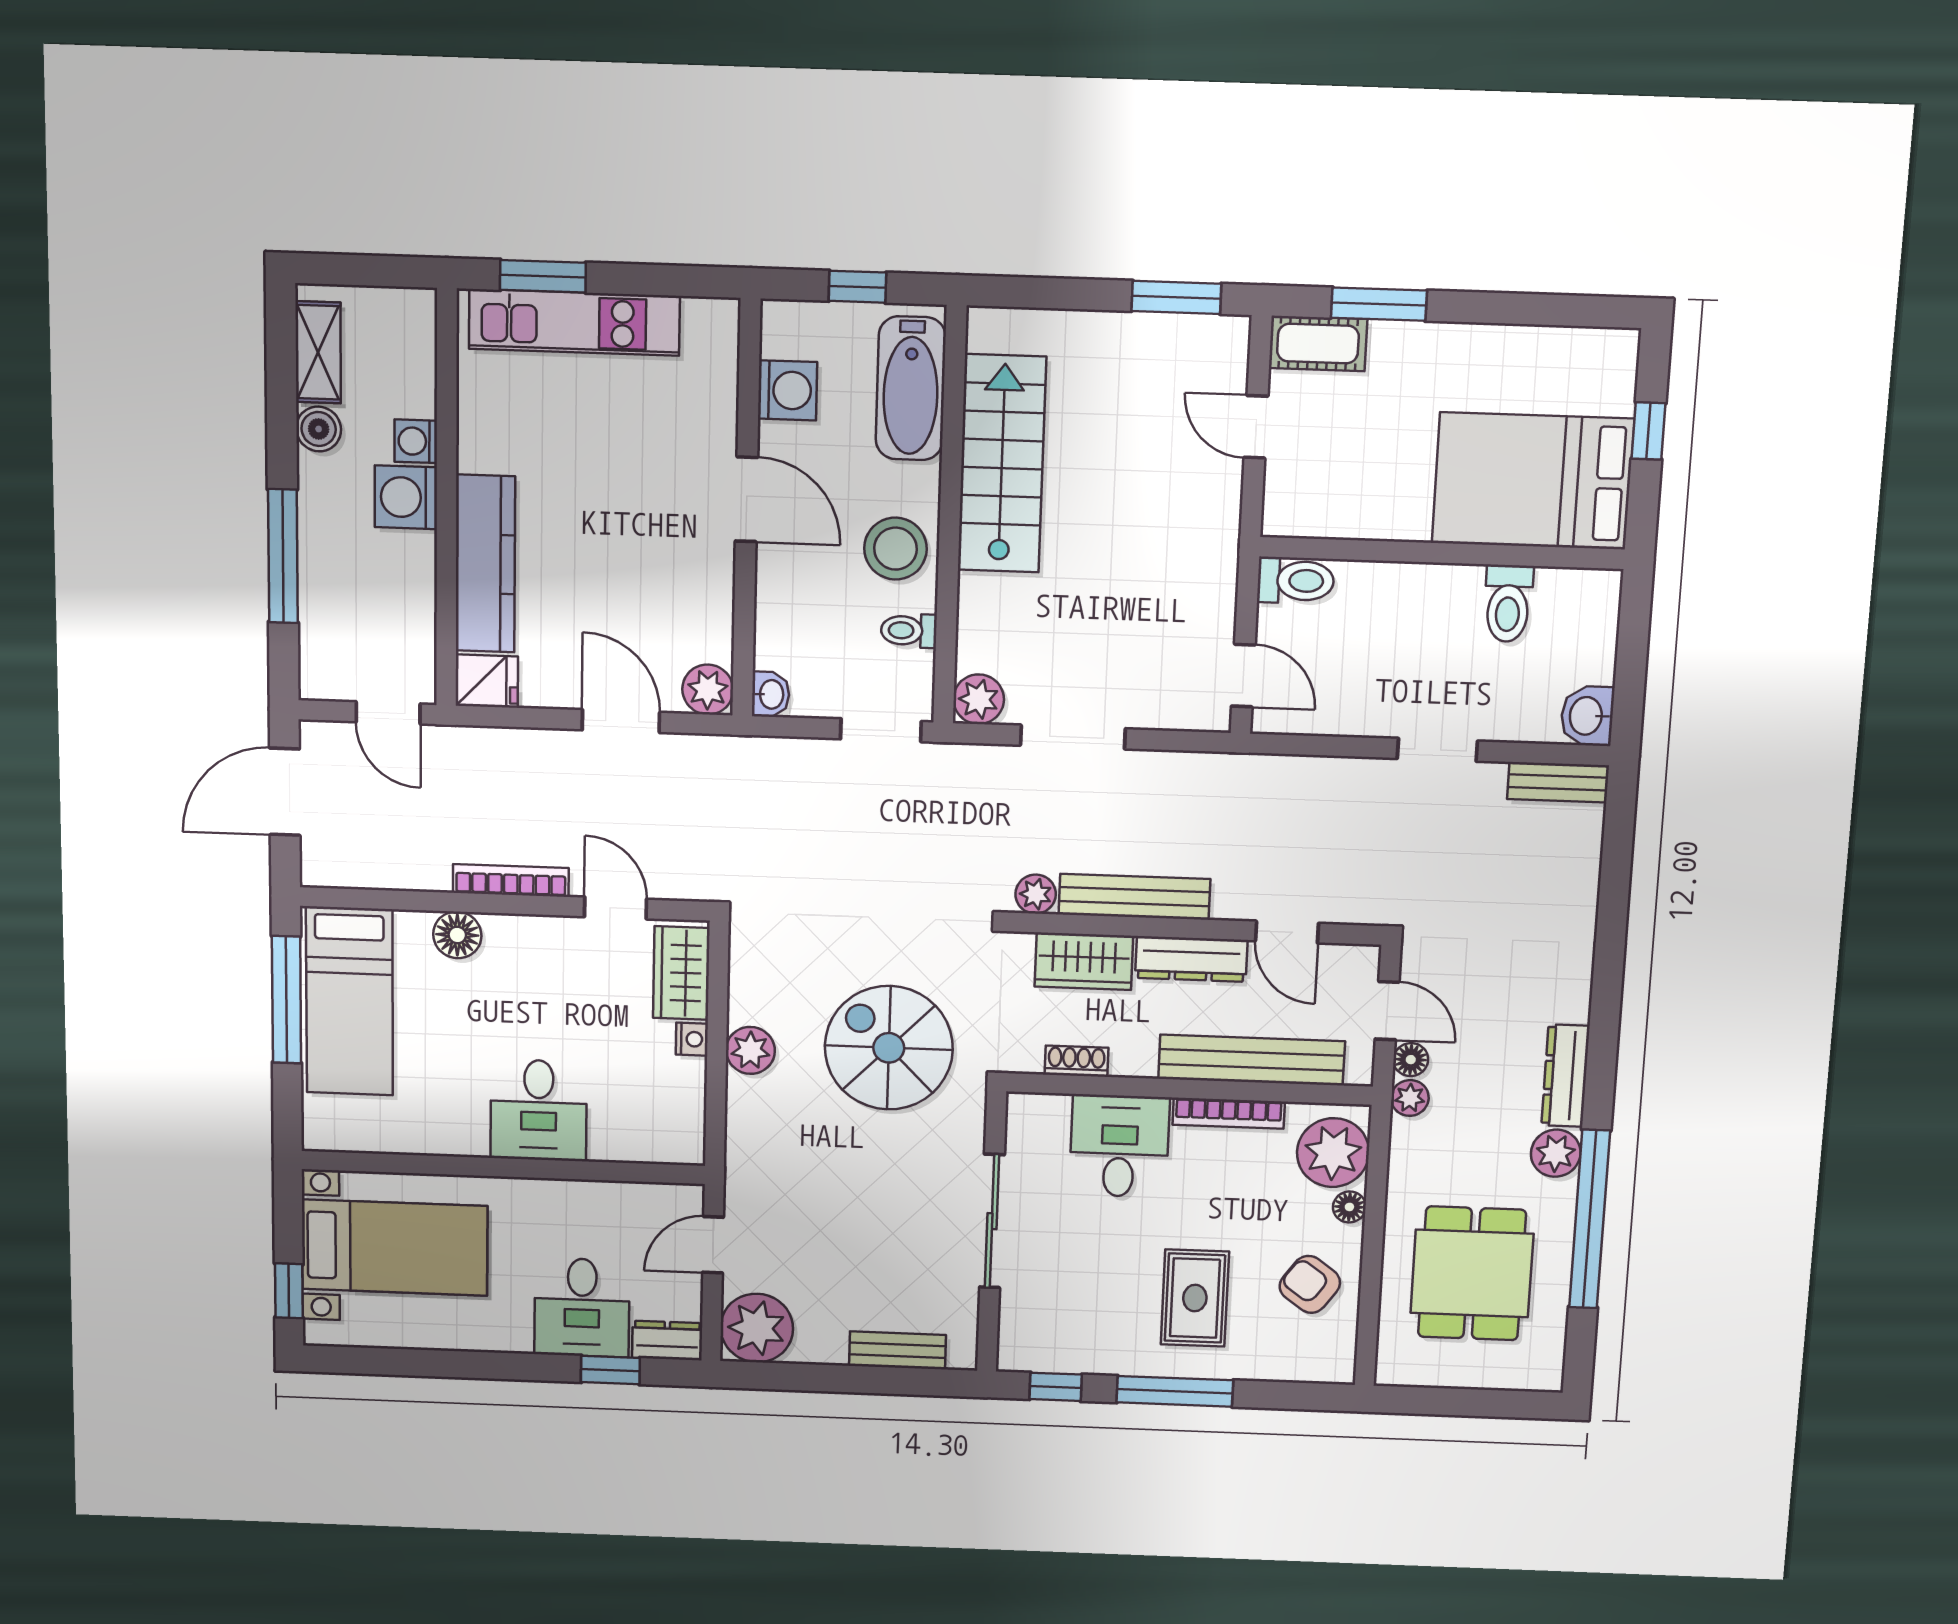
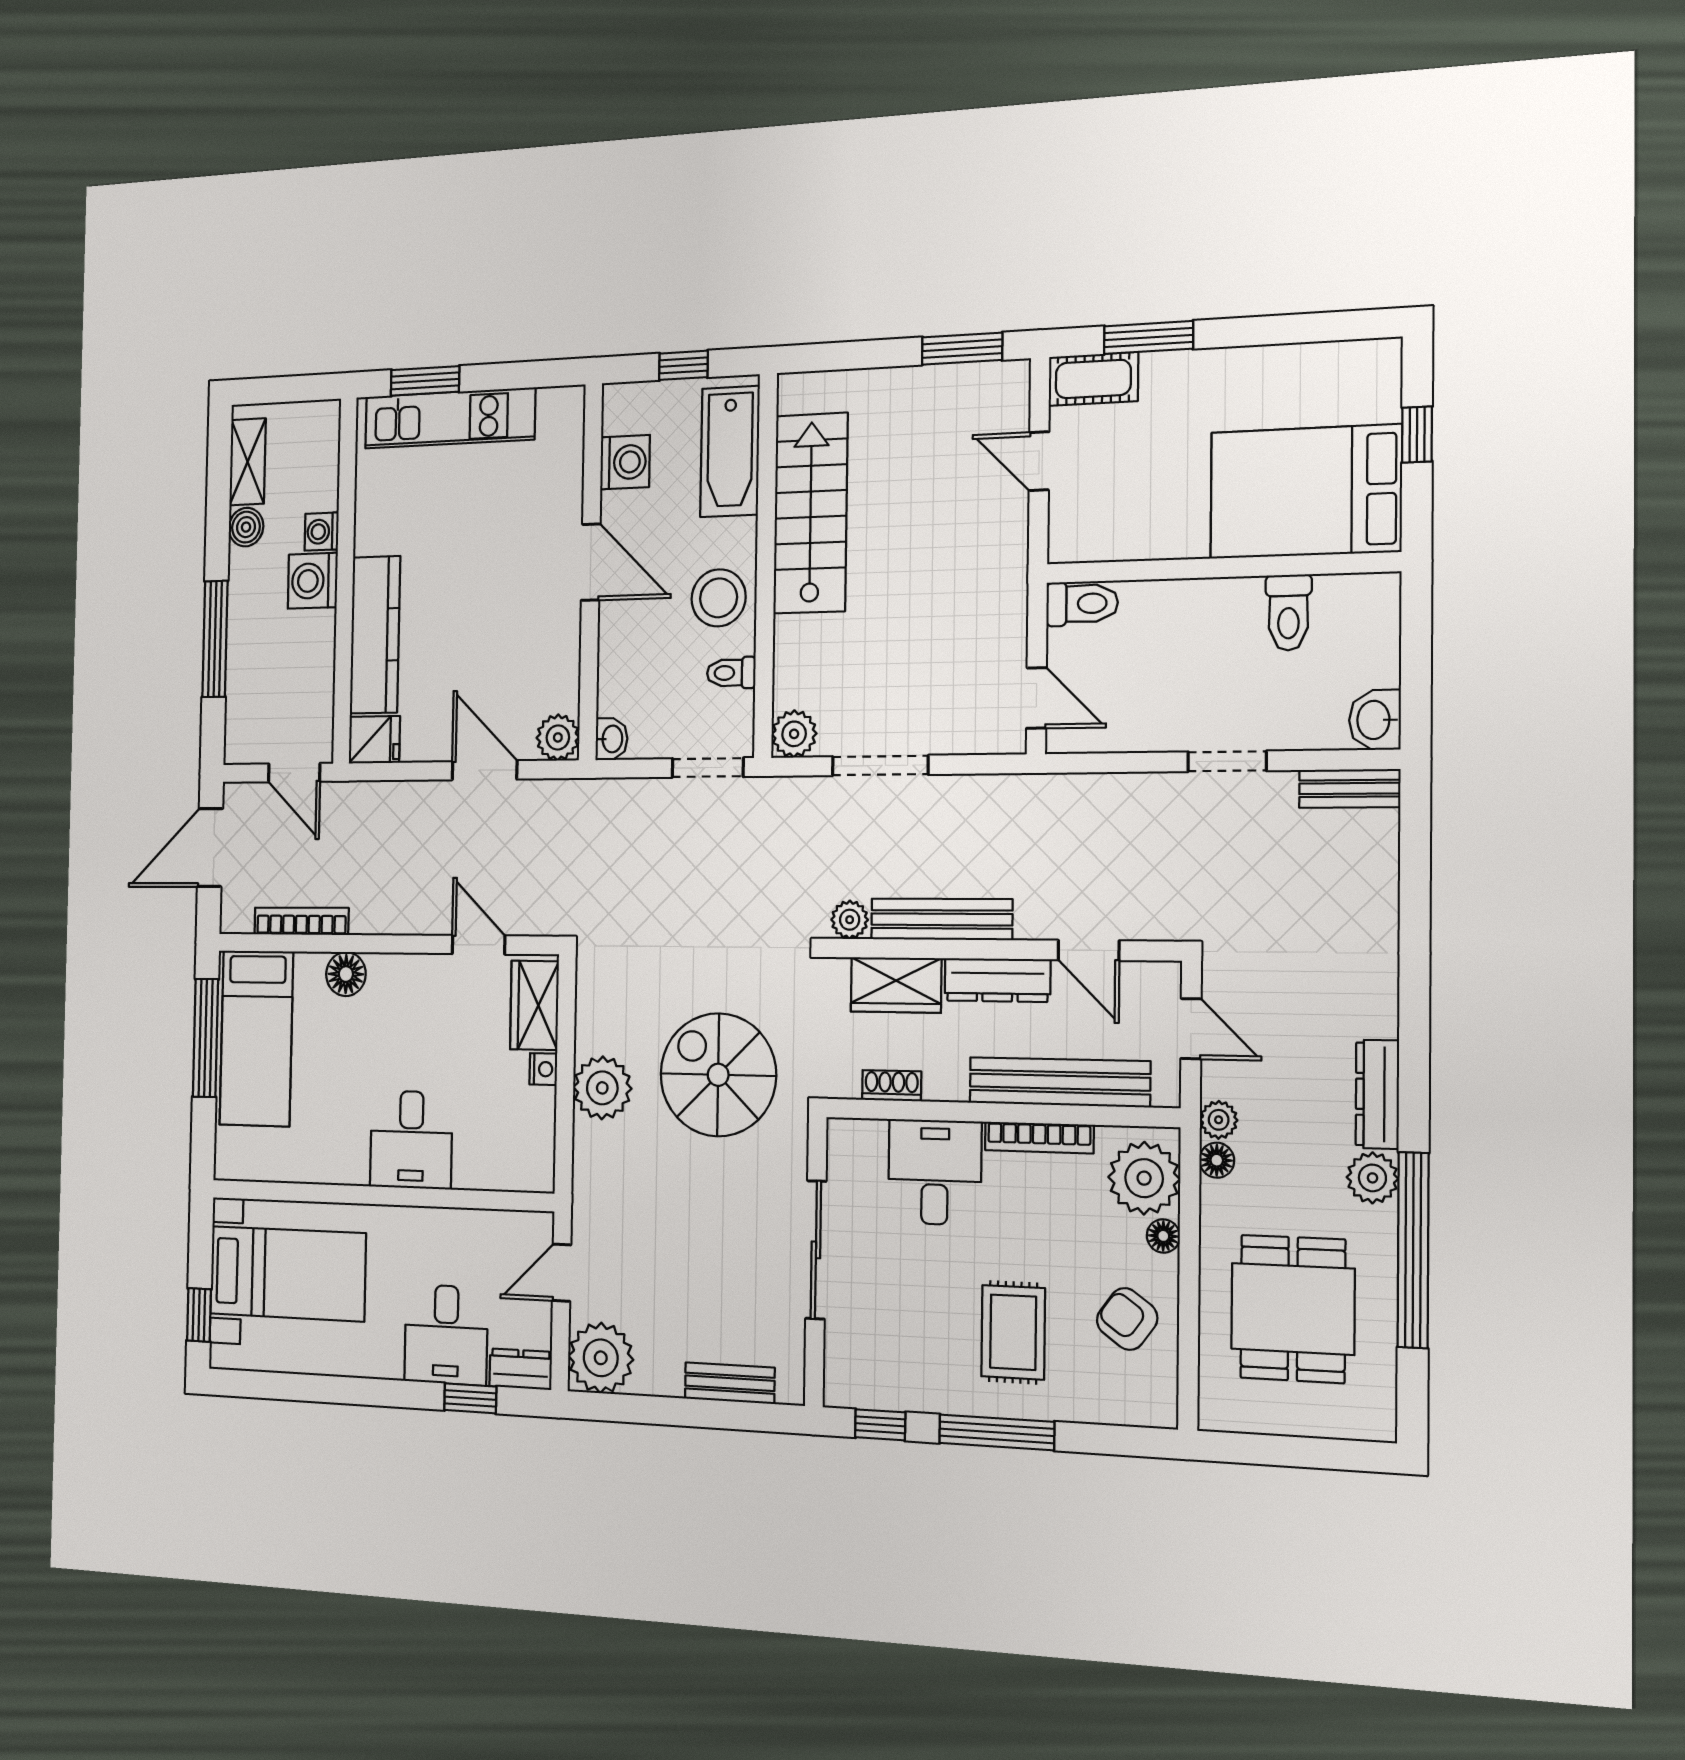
bookcase: (511, 880) -> (301, 921), moved
plant: (750, 1050) -> (602, 1088), width x1.36, depth x1.36
floor lamp: (1411, 1060) -> (1217, 1160), moved

